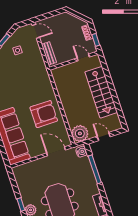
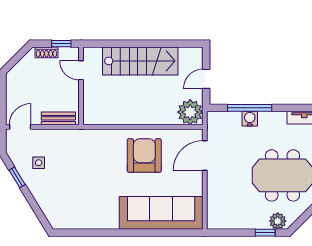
door: (83, 57) -> (81, 70), hinge flipped
water cooler: (81, 152) -> (250, 119), moved

